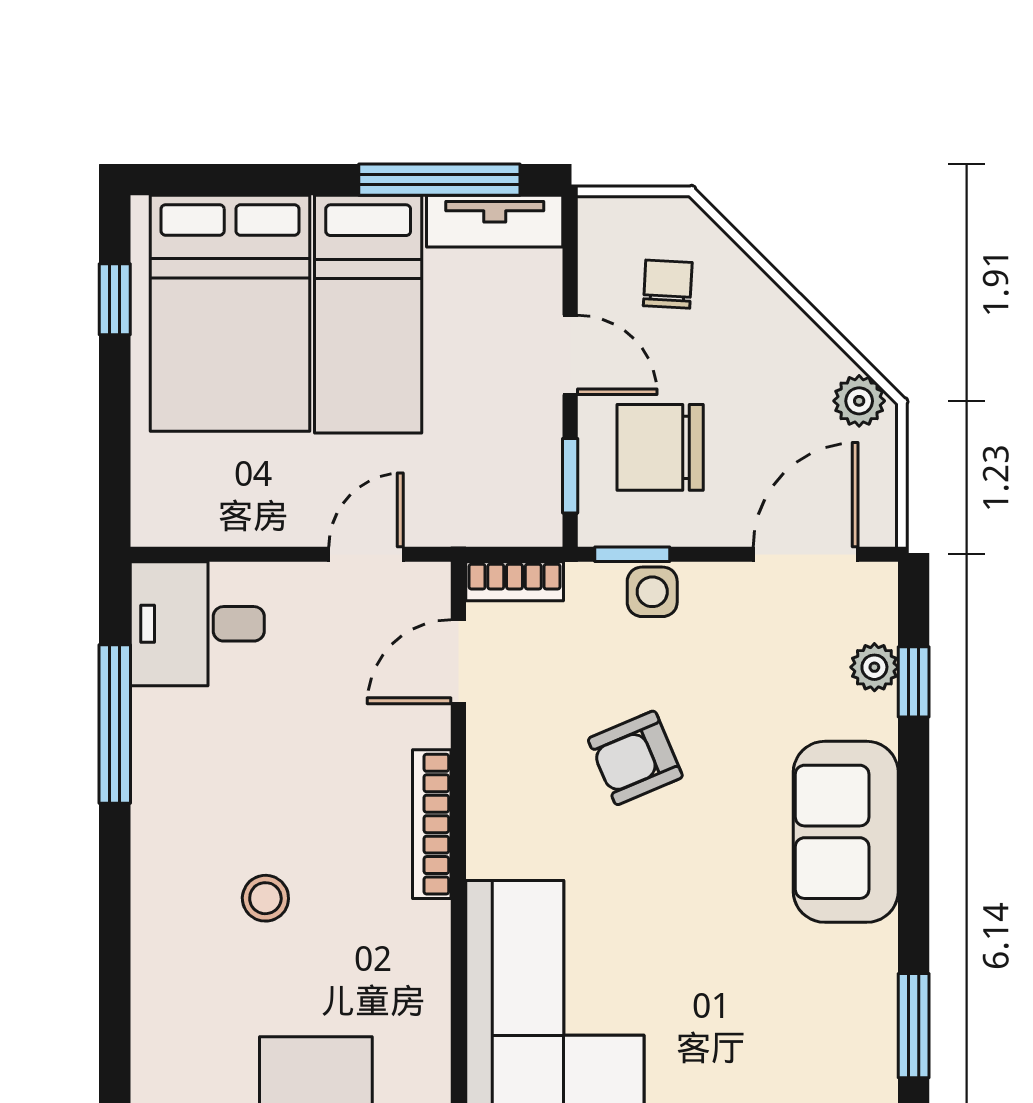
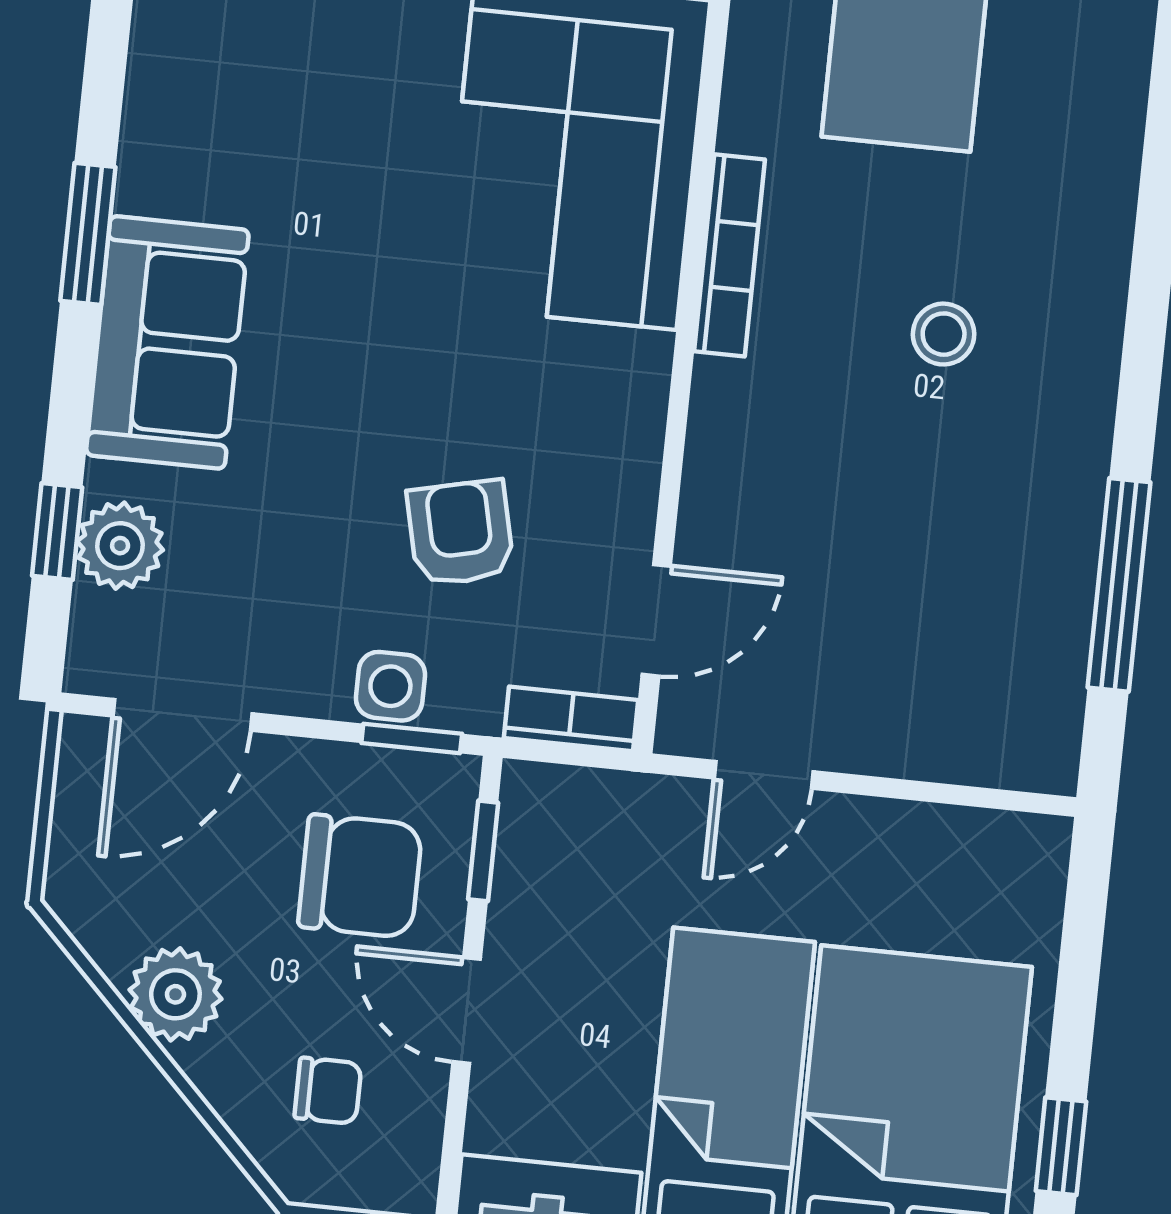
chair: (668, 284) -> (328, 1091), turned -93
plant: (859, 401) -> (175, 994), moved, width x1.38, depth x1.38
desk: (197, 624) -> (996, 706), removed
plant: (874, 667) -> (120, 546), width x1.38, depth x1.38
armchair: (635, 758) -> (460, 533), moved, turned -80
bookcase: (432, 824) -> (729, 255), moved
window: (914, 1026) -> (88, 234), moved

